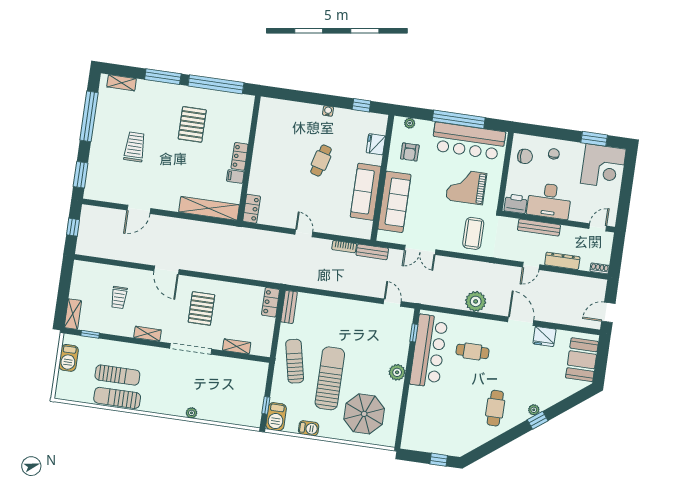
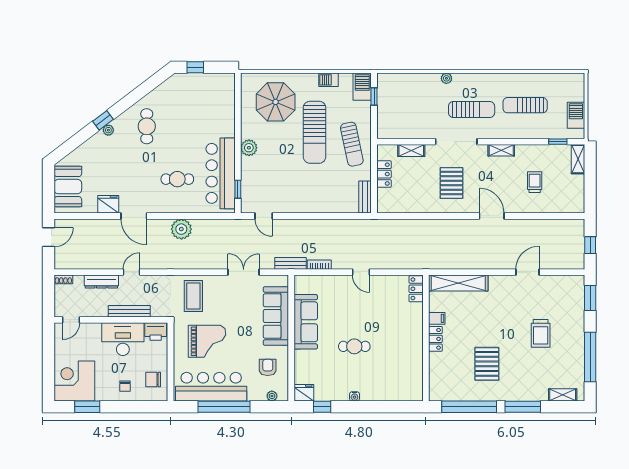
fridge: (376, 144) -> (304, 393), moved, turned -90
cafe table: (321, 161) -> (354, 346), turned 75
locker: (271, 302) -> (384, 174), moved
sun lounger: (117, 398) -> (472, 110), moved

